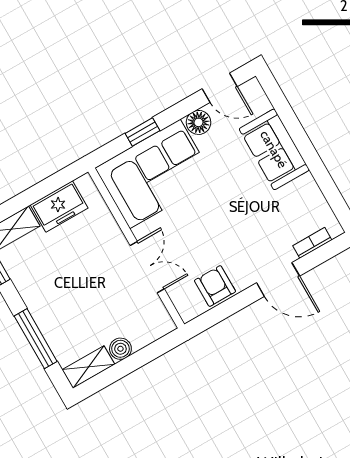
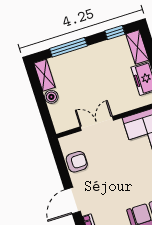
double door: (147, 267) -> (97, 123), swing flipped

